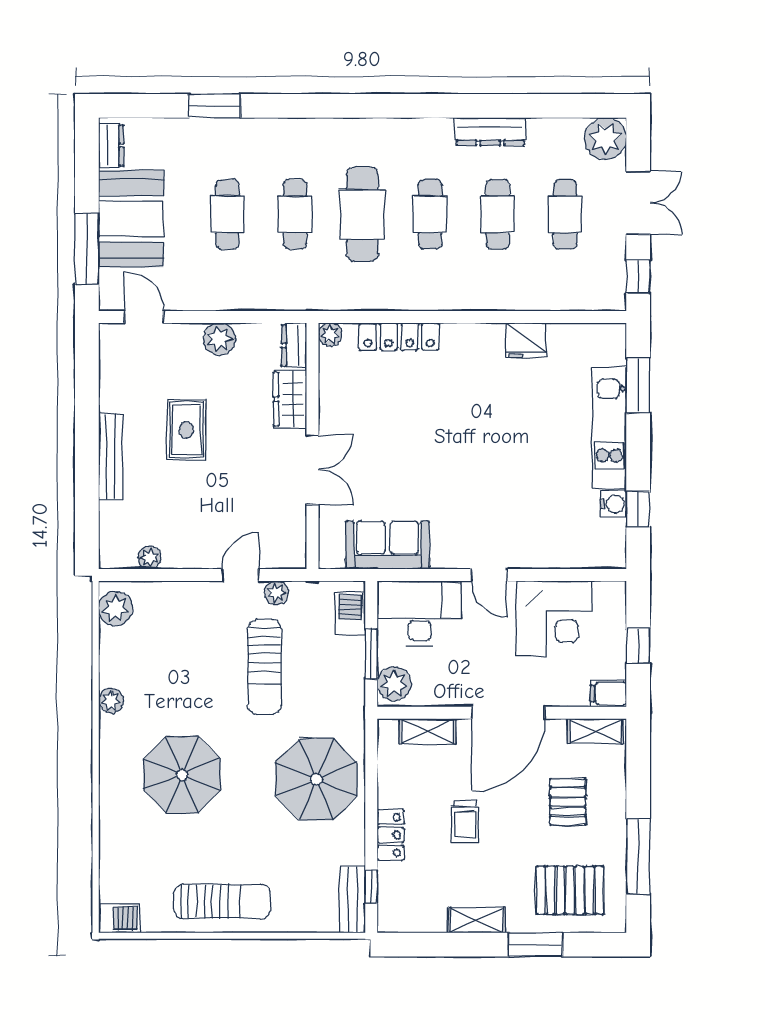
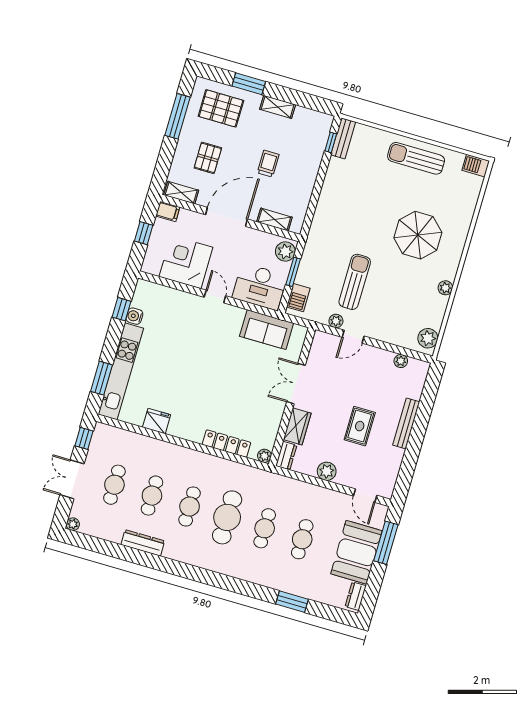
plant: (606, 138) -> (73, 524), width x0.53, depth x0.53
kitchen unit: (609, 428) -> (121, 371), width x1.36
parasol: (316, 779) -> (344, 211), removed
locker: (391, 835) -> (312, 168), removed

